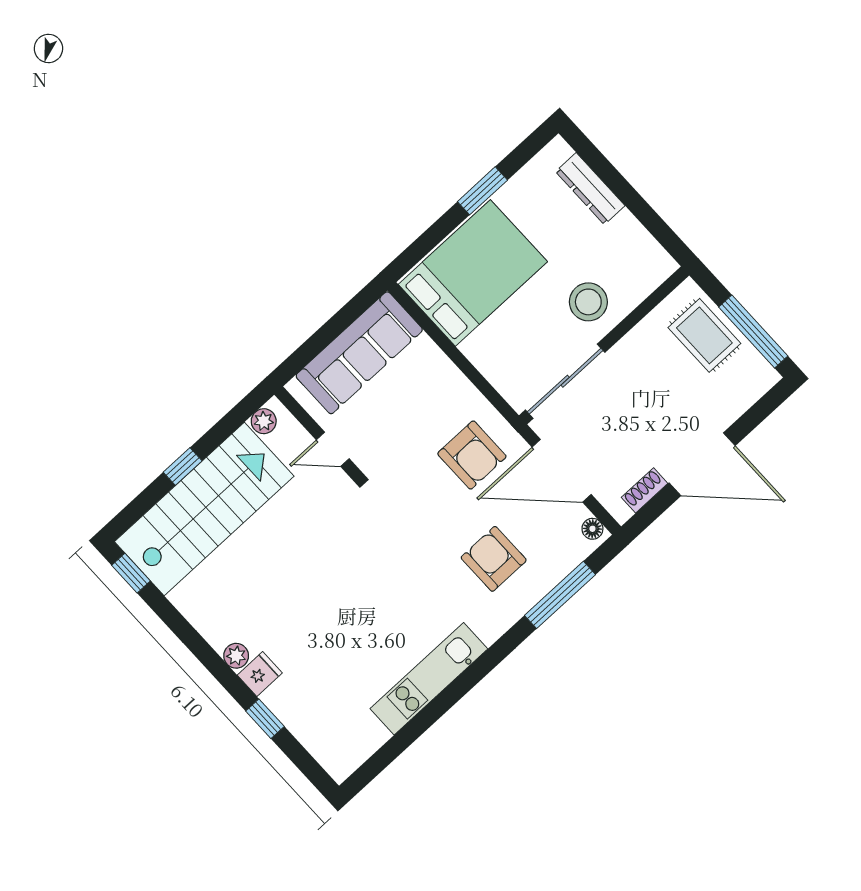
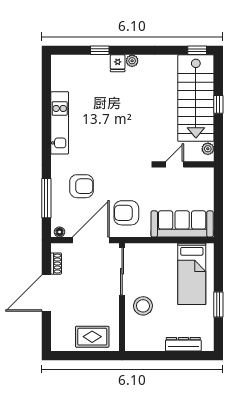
bed: (473, 273) -> (192, 274), width x0.67
window: (753, 332) -> (77, 356), removed
sofa: (359, 353) -> (182, 224), moved, turned 90

